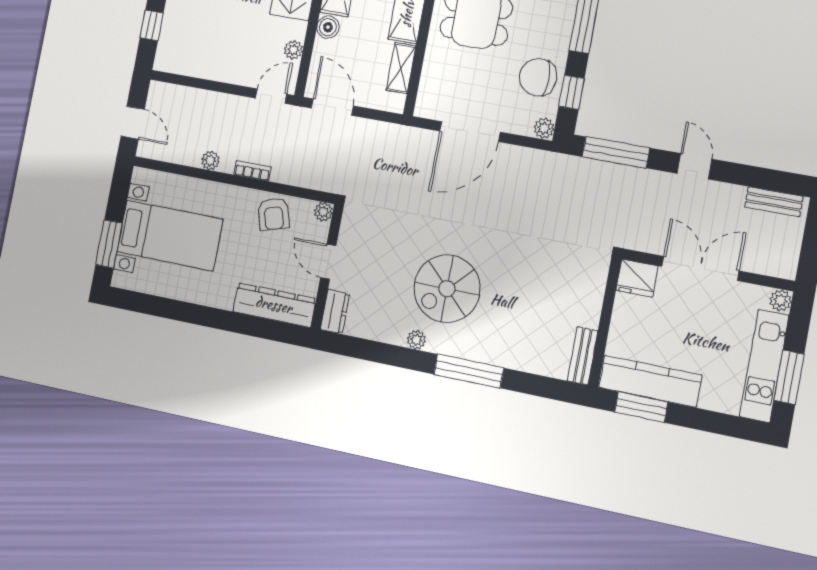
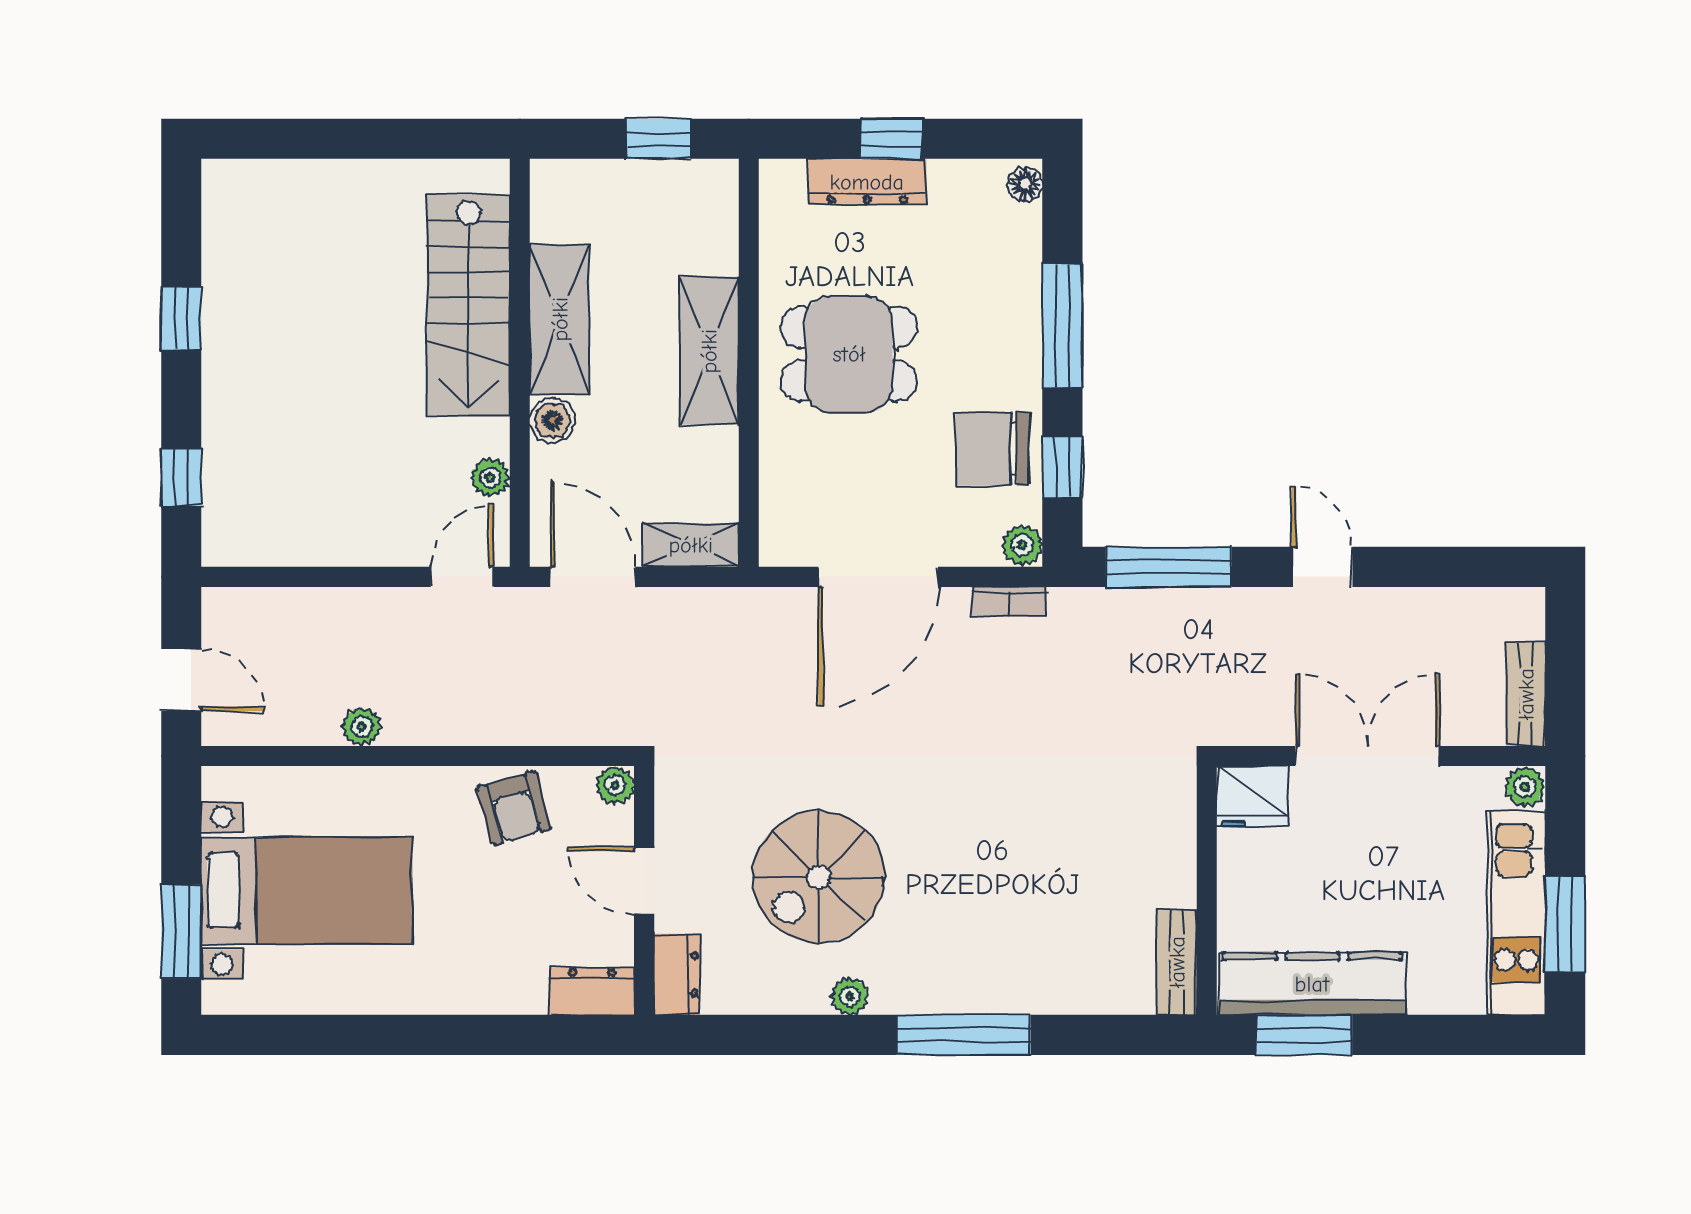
shelving: (401, 68) -> (691, 545), moved, turned 90
bookcase: (252, 171) -> (1009, 602), moved, turned 180
bench: (774, 202) -> (1526, 694), moved, turned 90
spiral stairs: (447, 289) -> (819, 877), moved
dresser: (274, 305) -> (592, 991), width x0.51, depth x0.80

